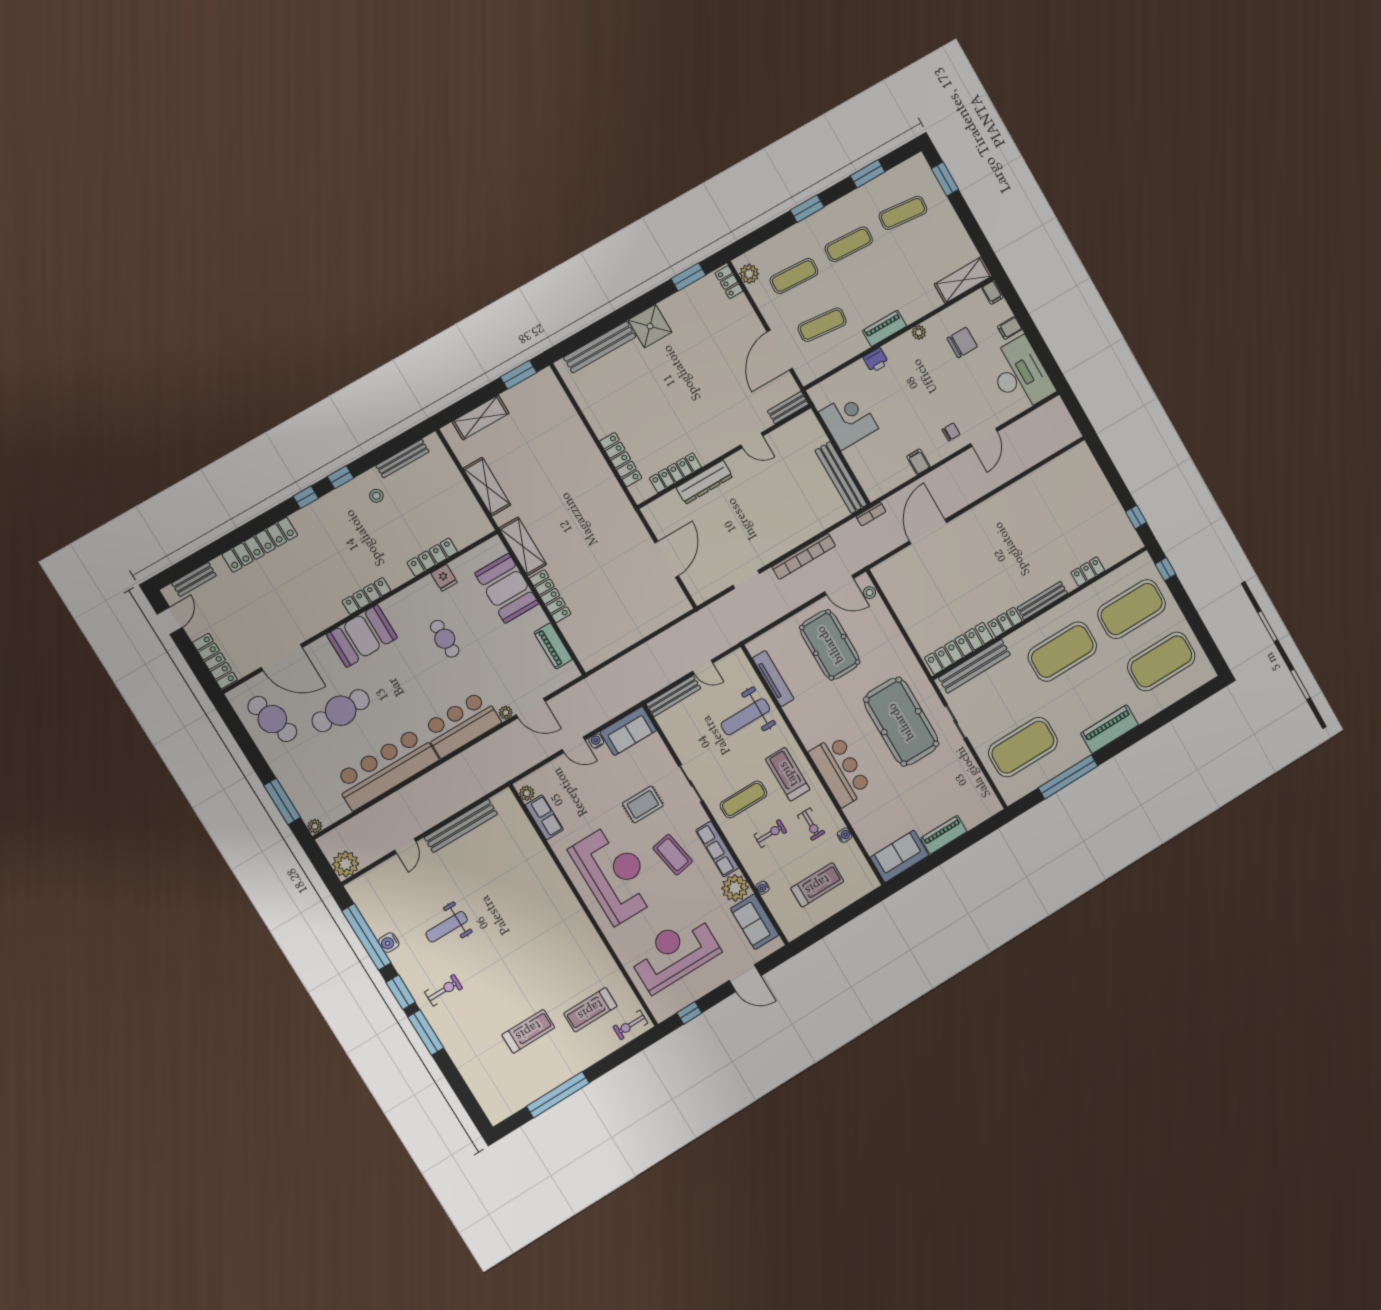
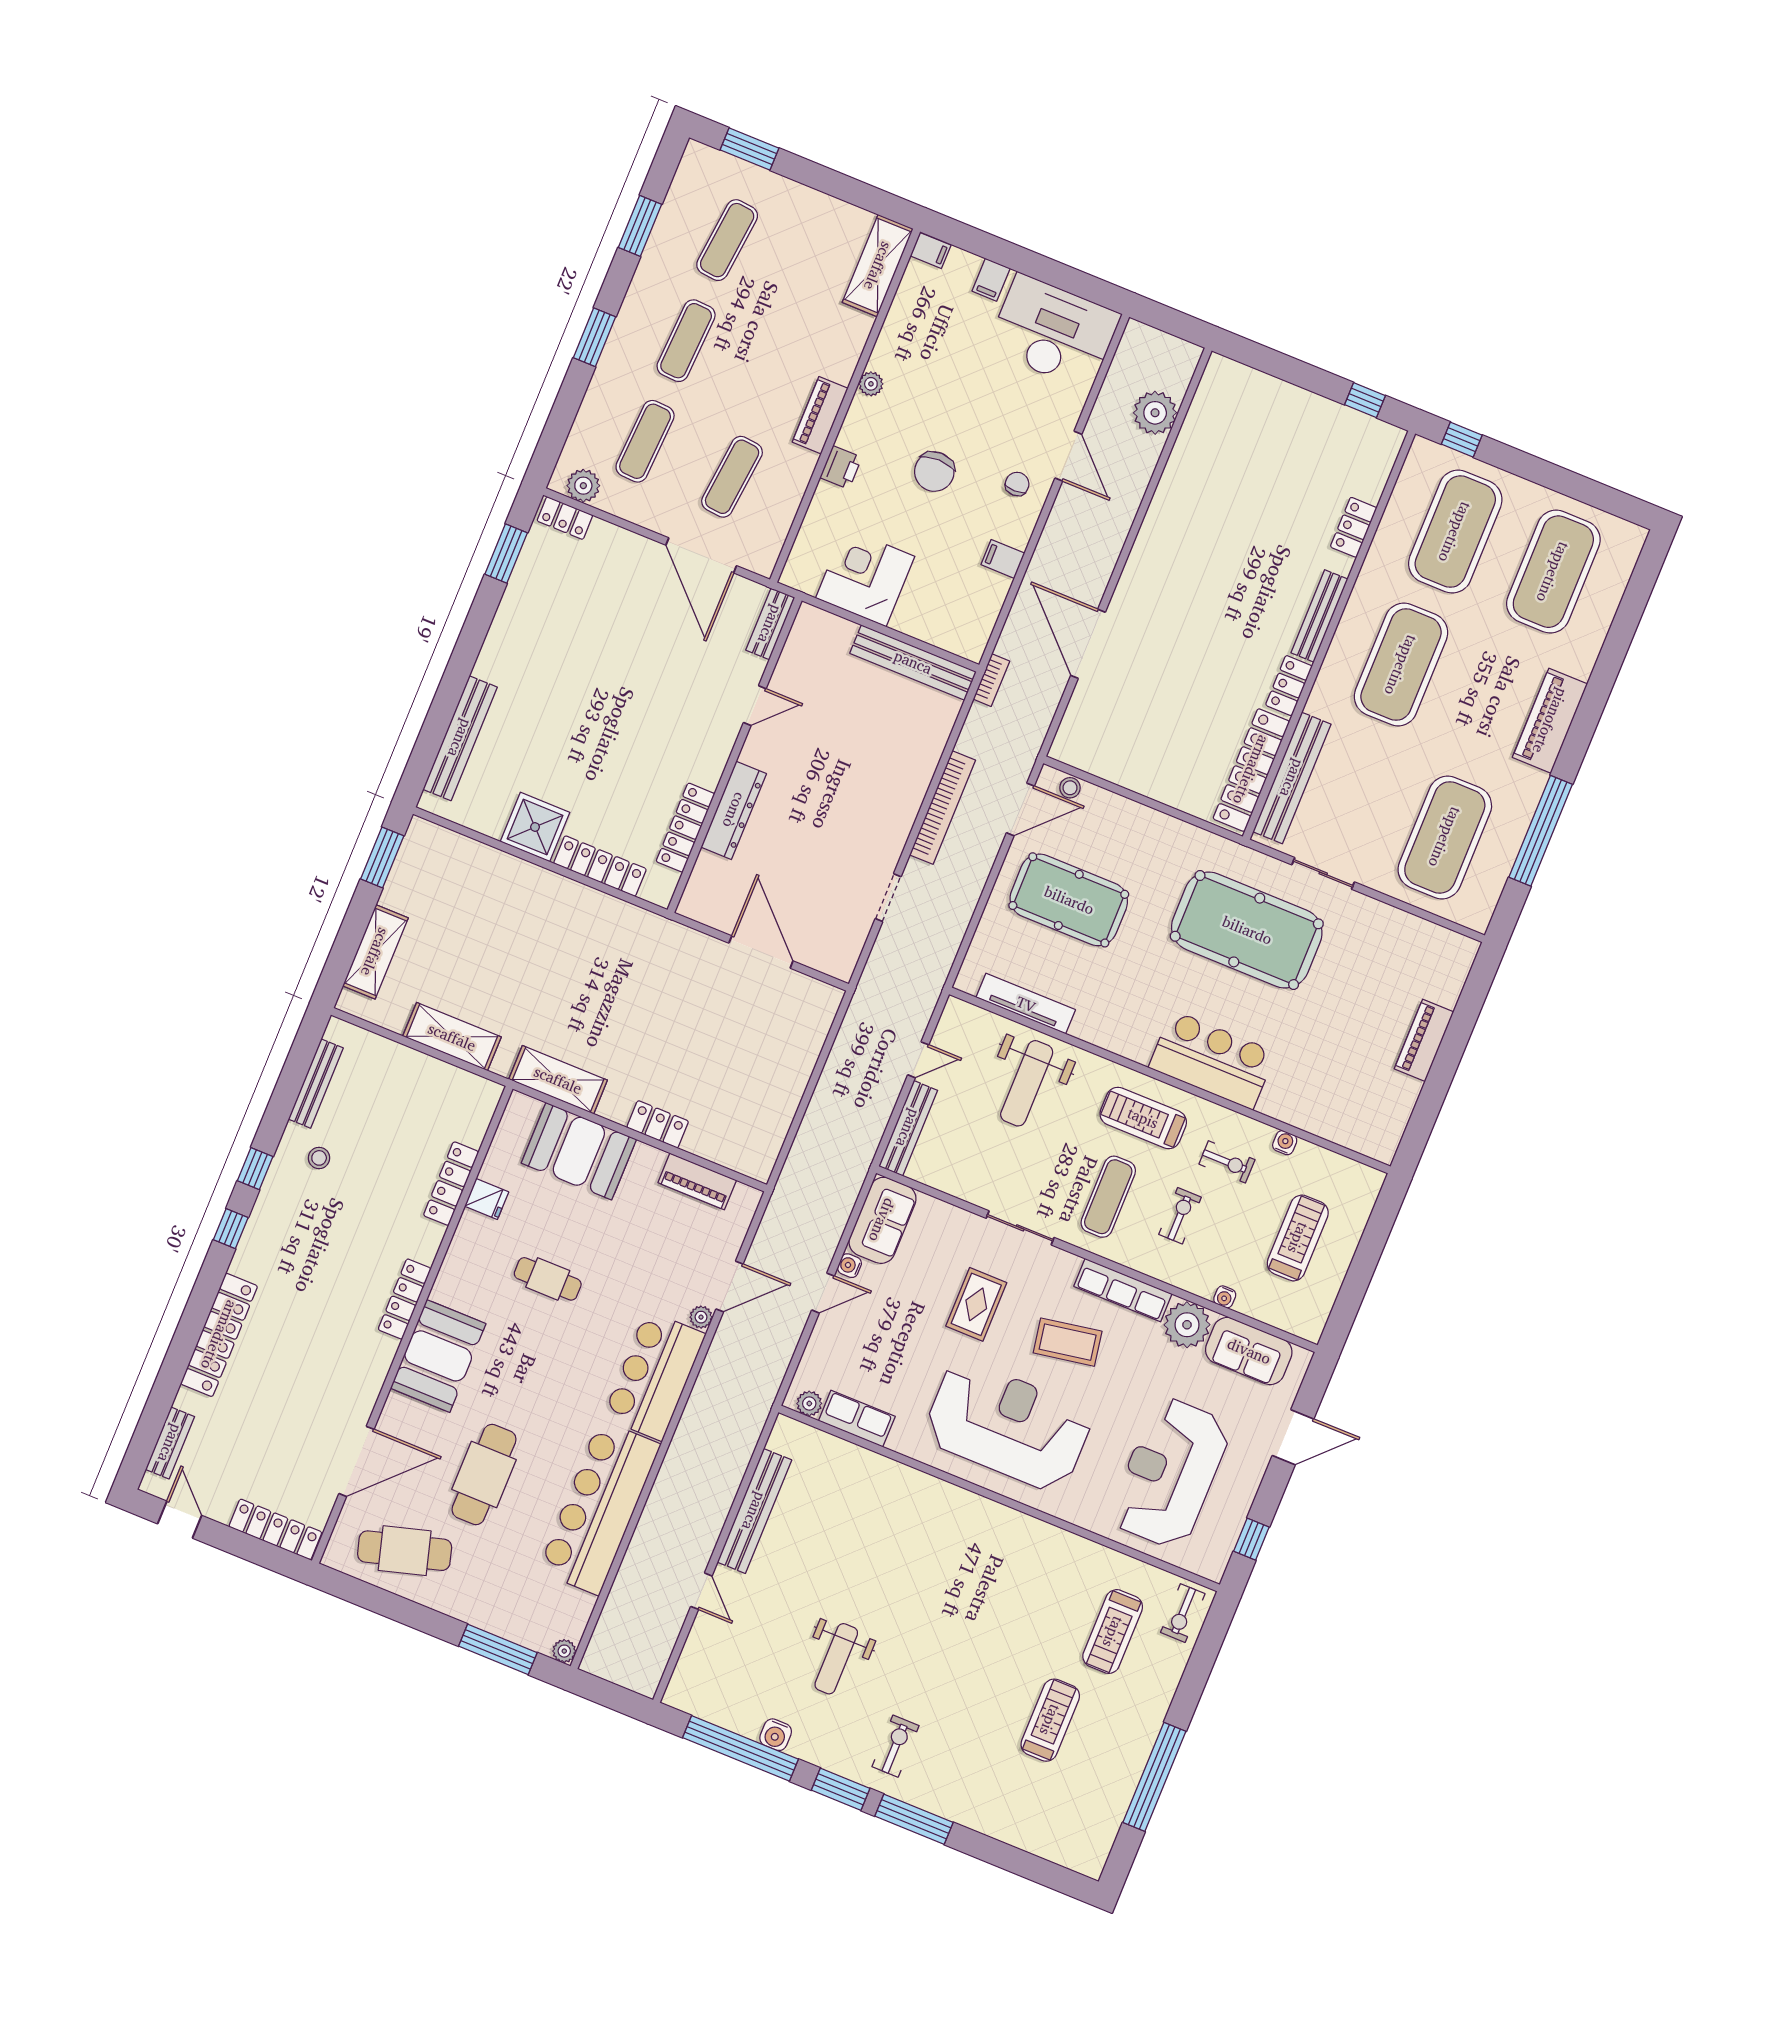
shower: (650, 326) -> (535, 827), moved
chair: (962, 343) -> (934, 472), moved, turned 180
locker: (550, 596) -> (658, 1124), width x0.66
sofa: (899, 856) -> (1384, 1115), removed
plant: (346, 864) -> (1155, 413), moved

